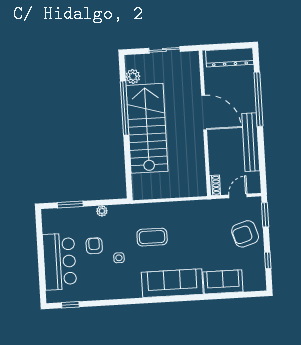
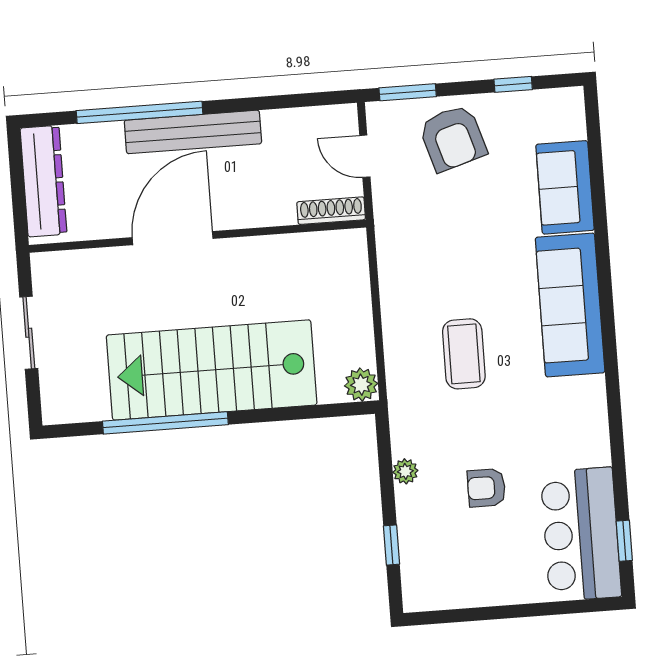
plant: (133, 76) -> (361, 385), moved
bench: (251, 142) -> (193, 132), moved
shoe rack: (215, 185) -> (331, 211), width x1.43
window: (70, 204) -> (391, 545), width x0.67
side table: (119, 258) -> (513, 430), removed
bar counter: (60, 262) -> (581, 534), moved, turned -90

